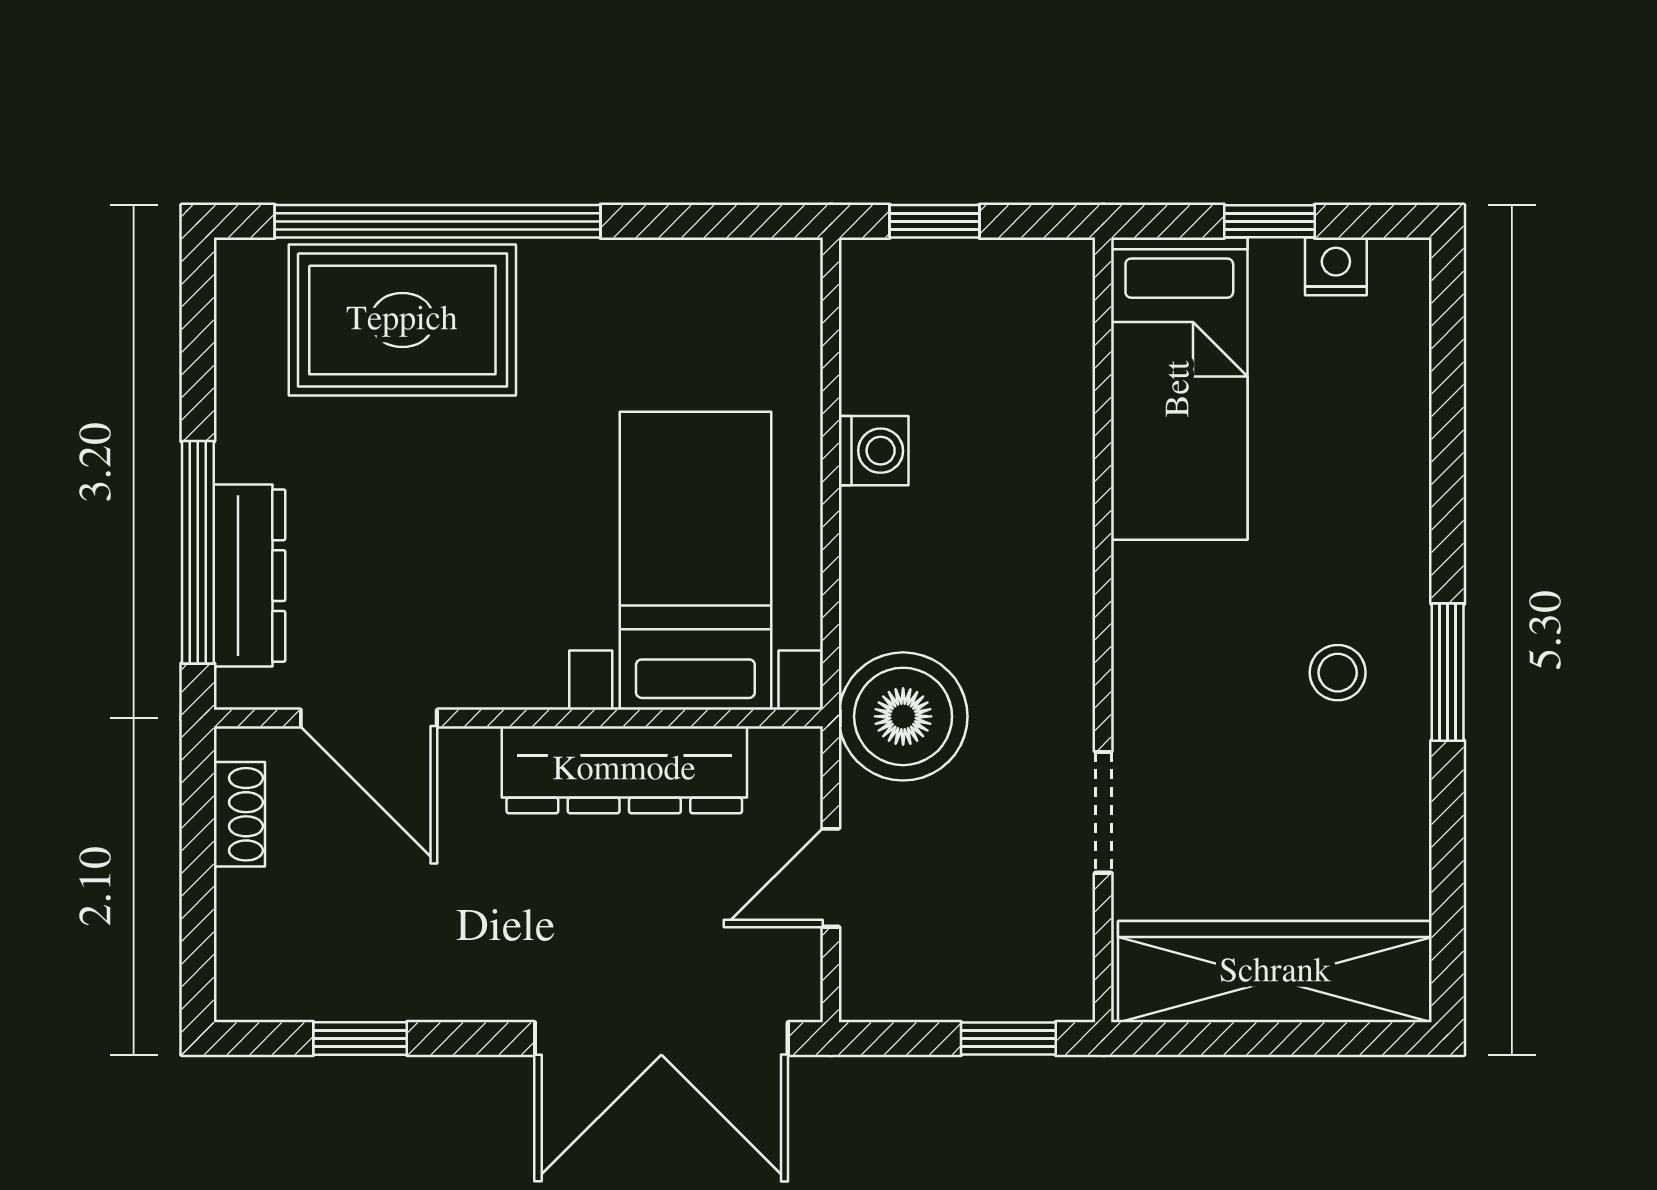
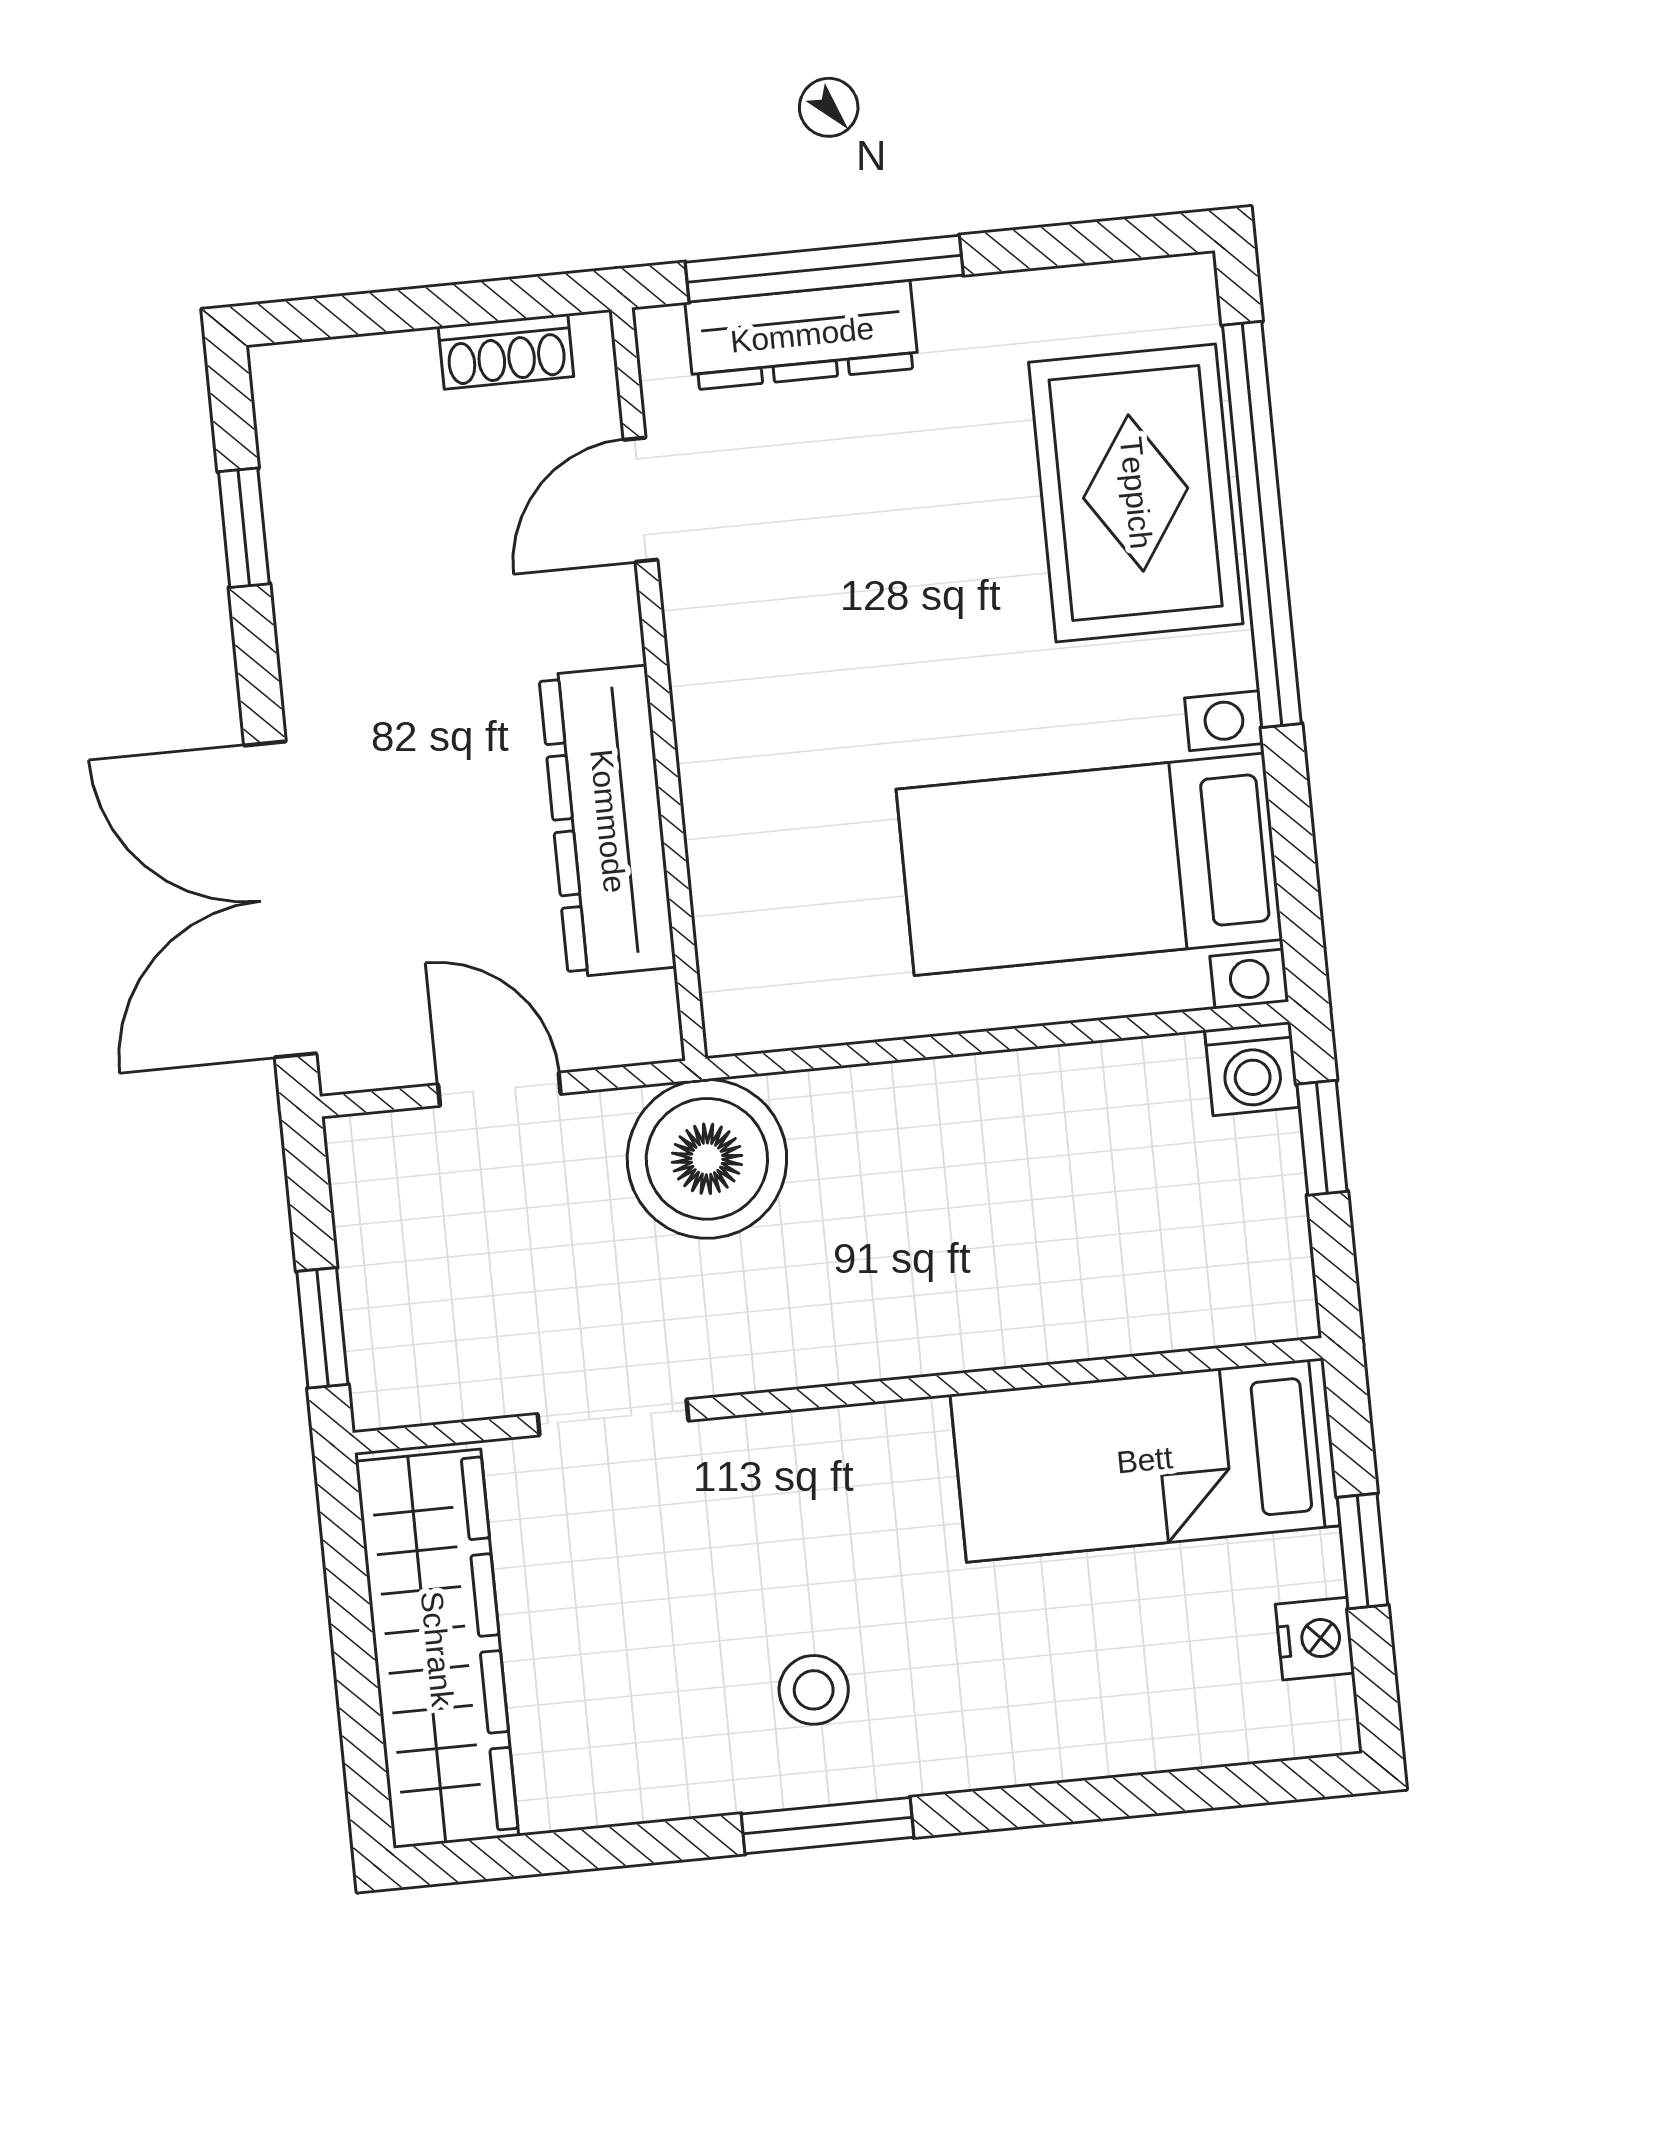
washing machine: (874, 451) -> (1252, 1069), moved
bed with nightstands: (695, 561) -> (1089, 864), moved, turned 180
door: (369, 718) -> (640, 500), width x0.73

